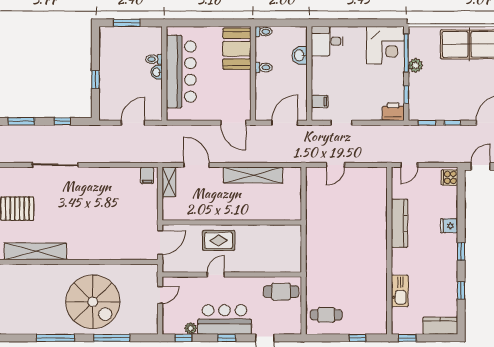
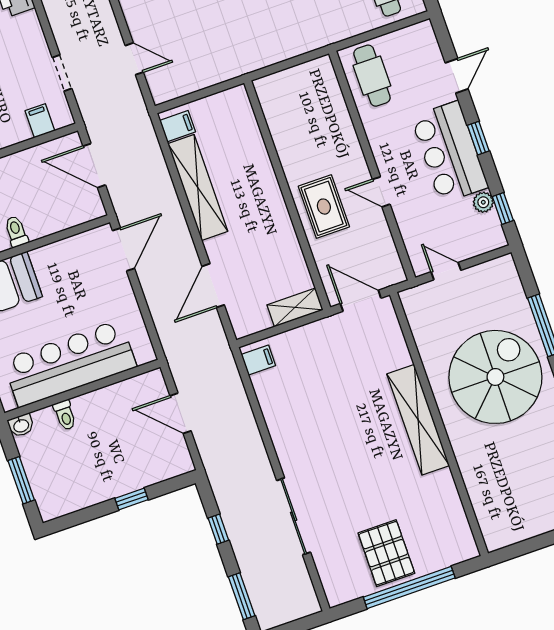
washbasin: (157, 72) -> (21, 425), moved
filing cabinet: (290, 176) -> (178, 126), added
shelving: (169, 182) -> (295, 307), moved
shelving: (35, 251) -> (418, 420), moved

